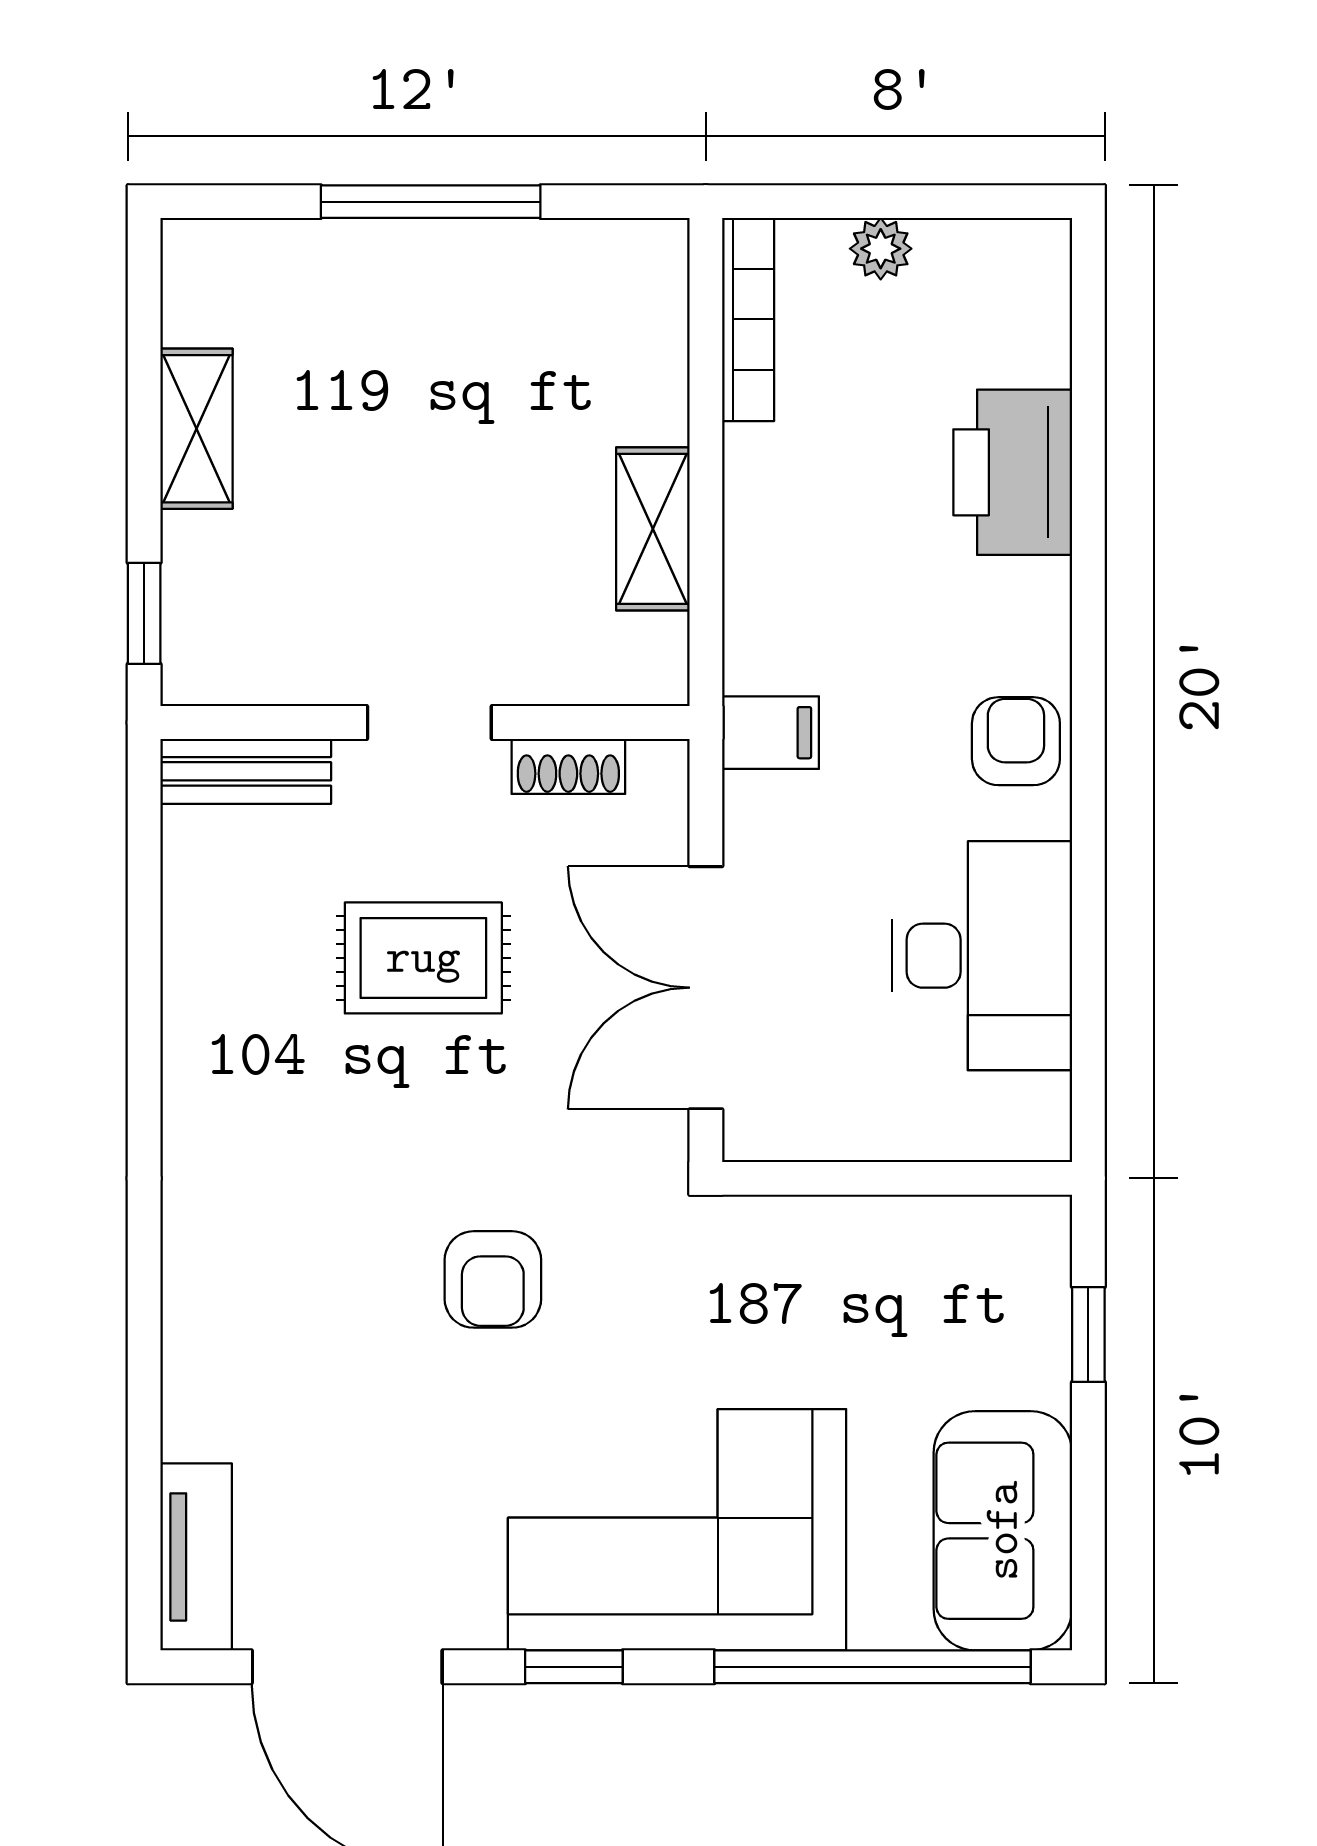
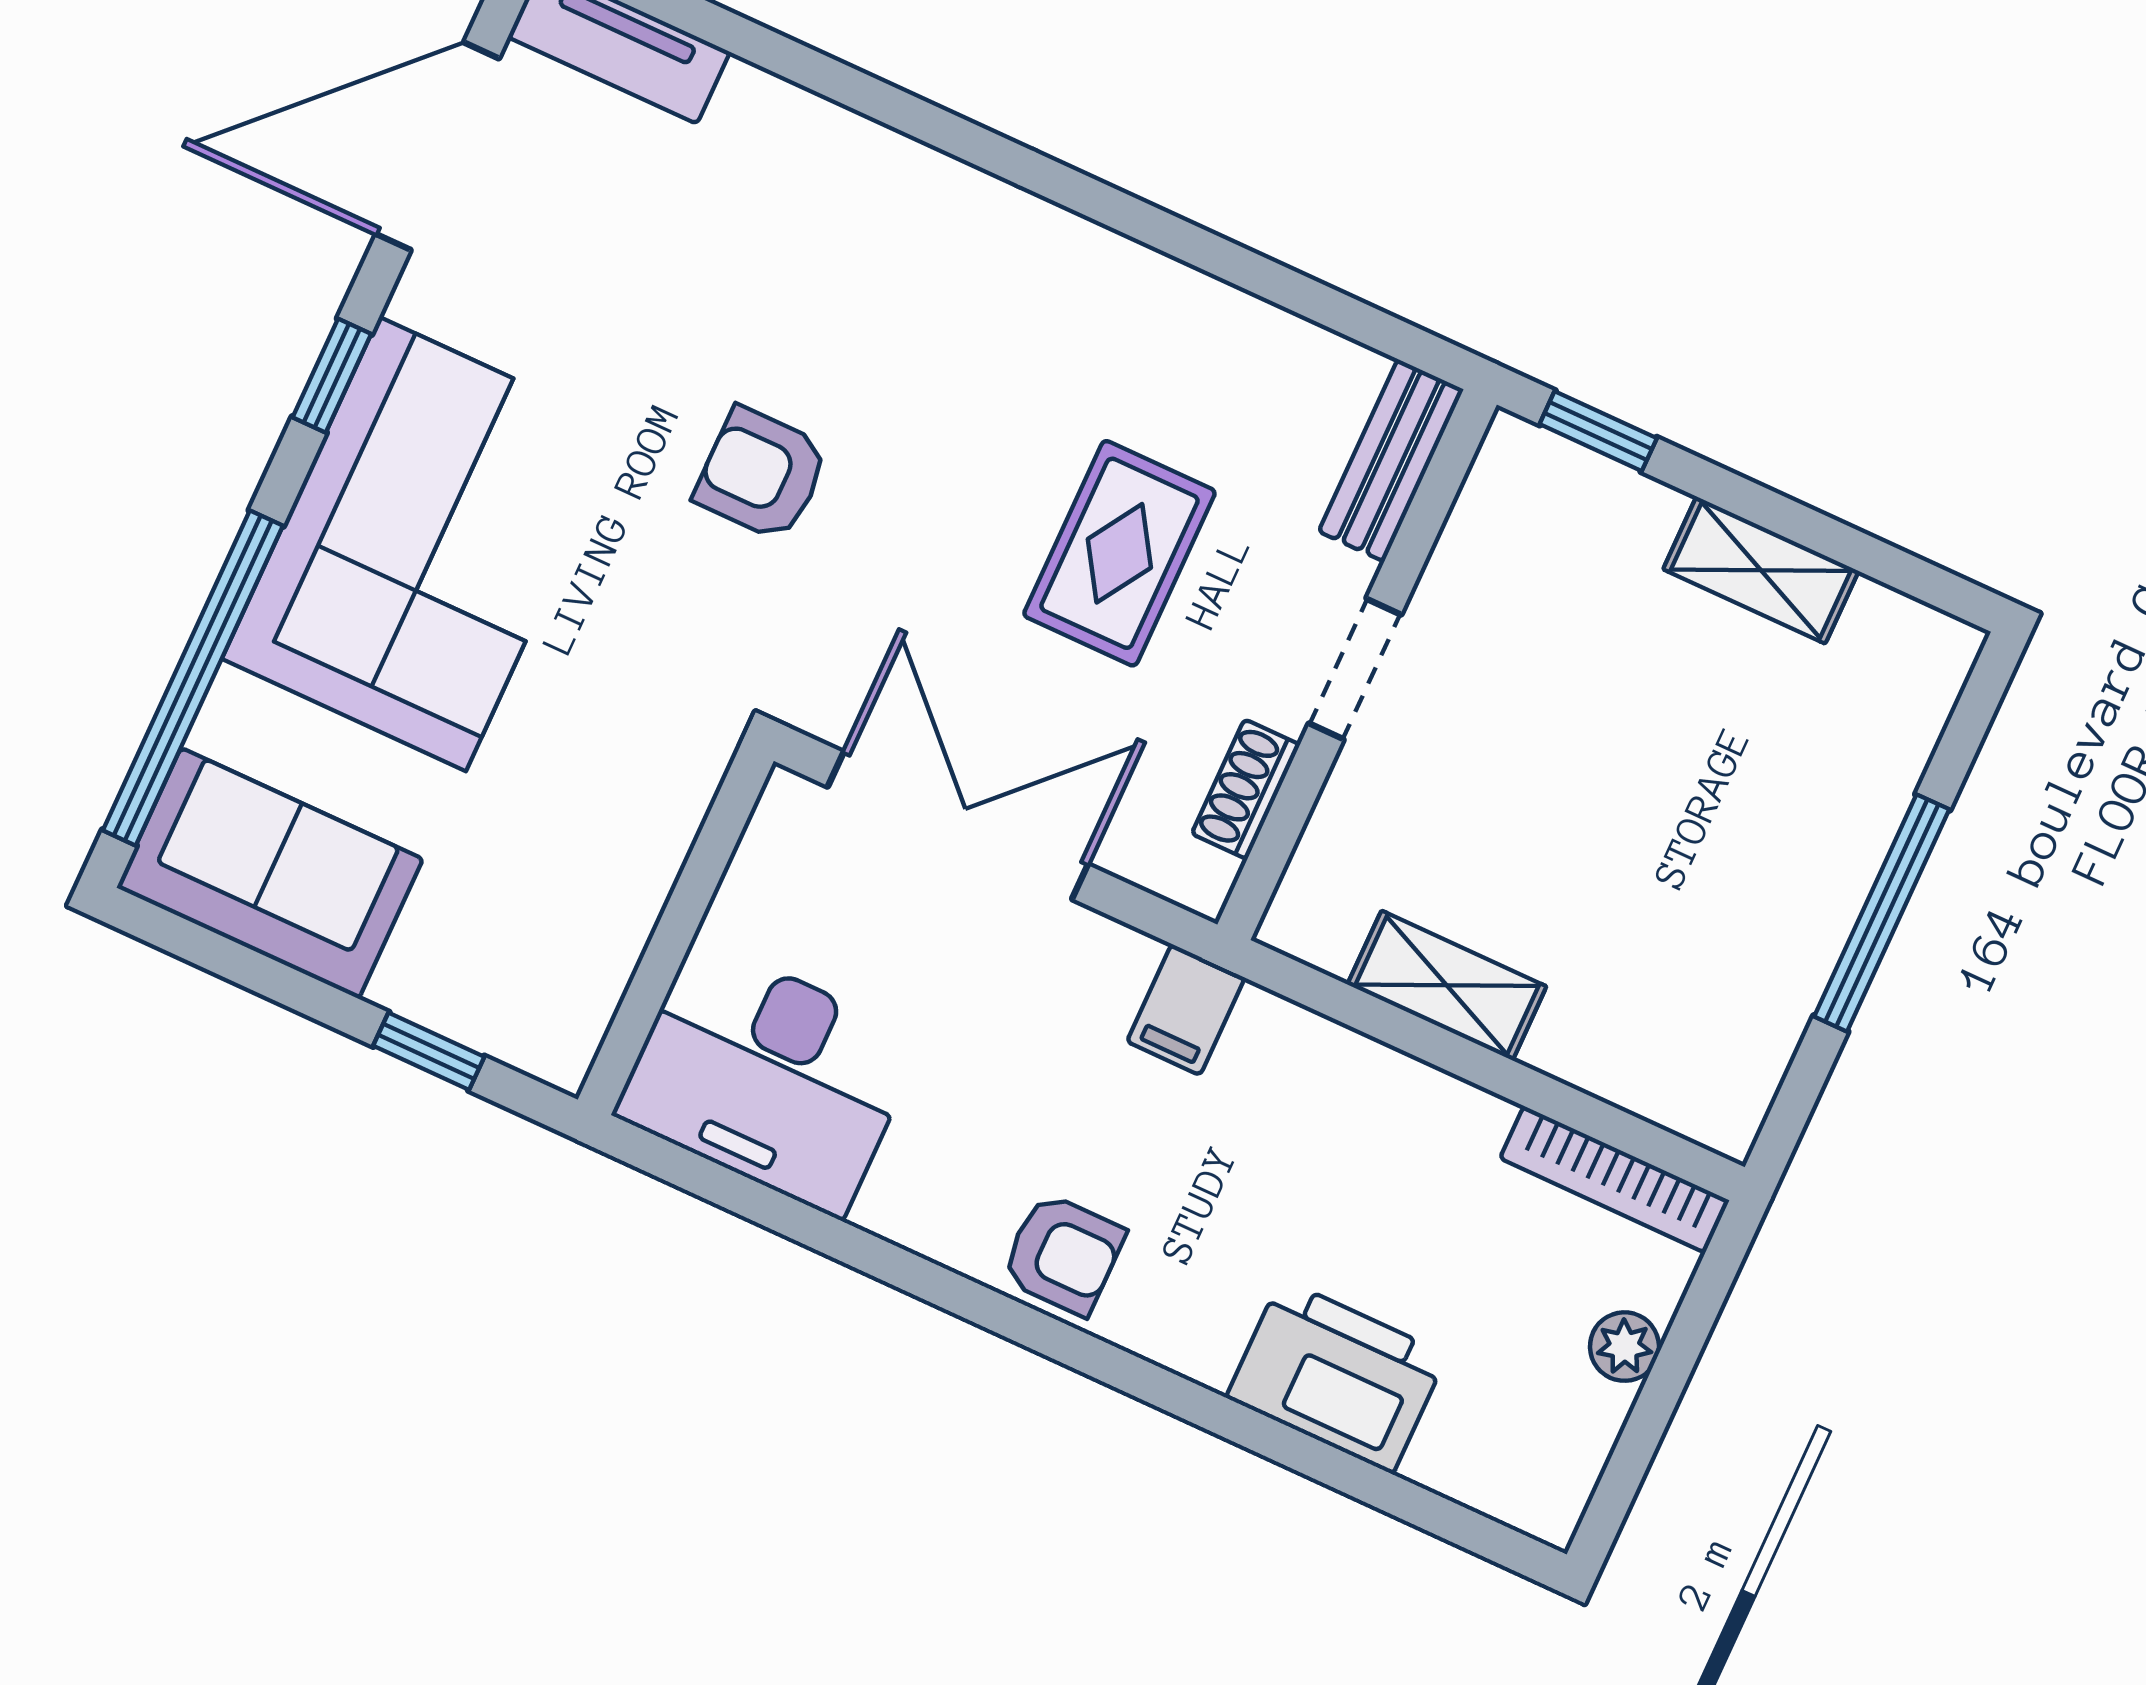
desk: (982, 956) -> (769, 1077), moved

